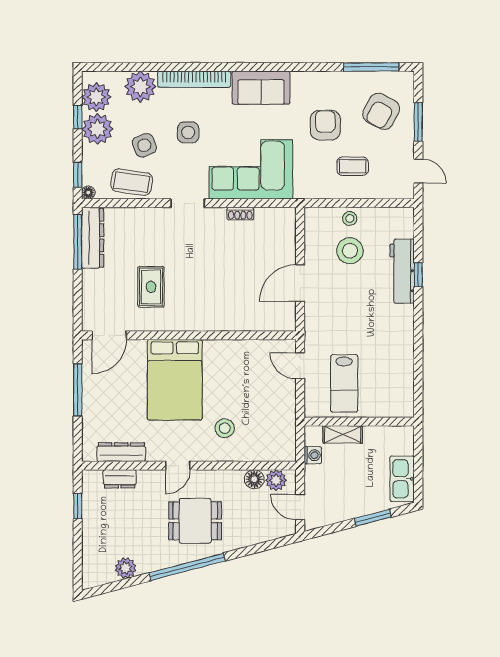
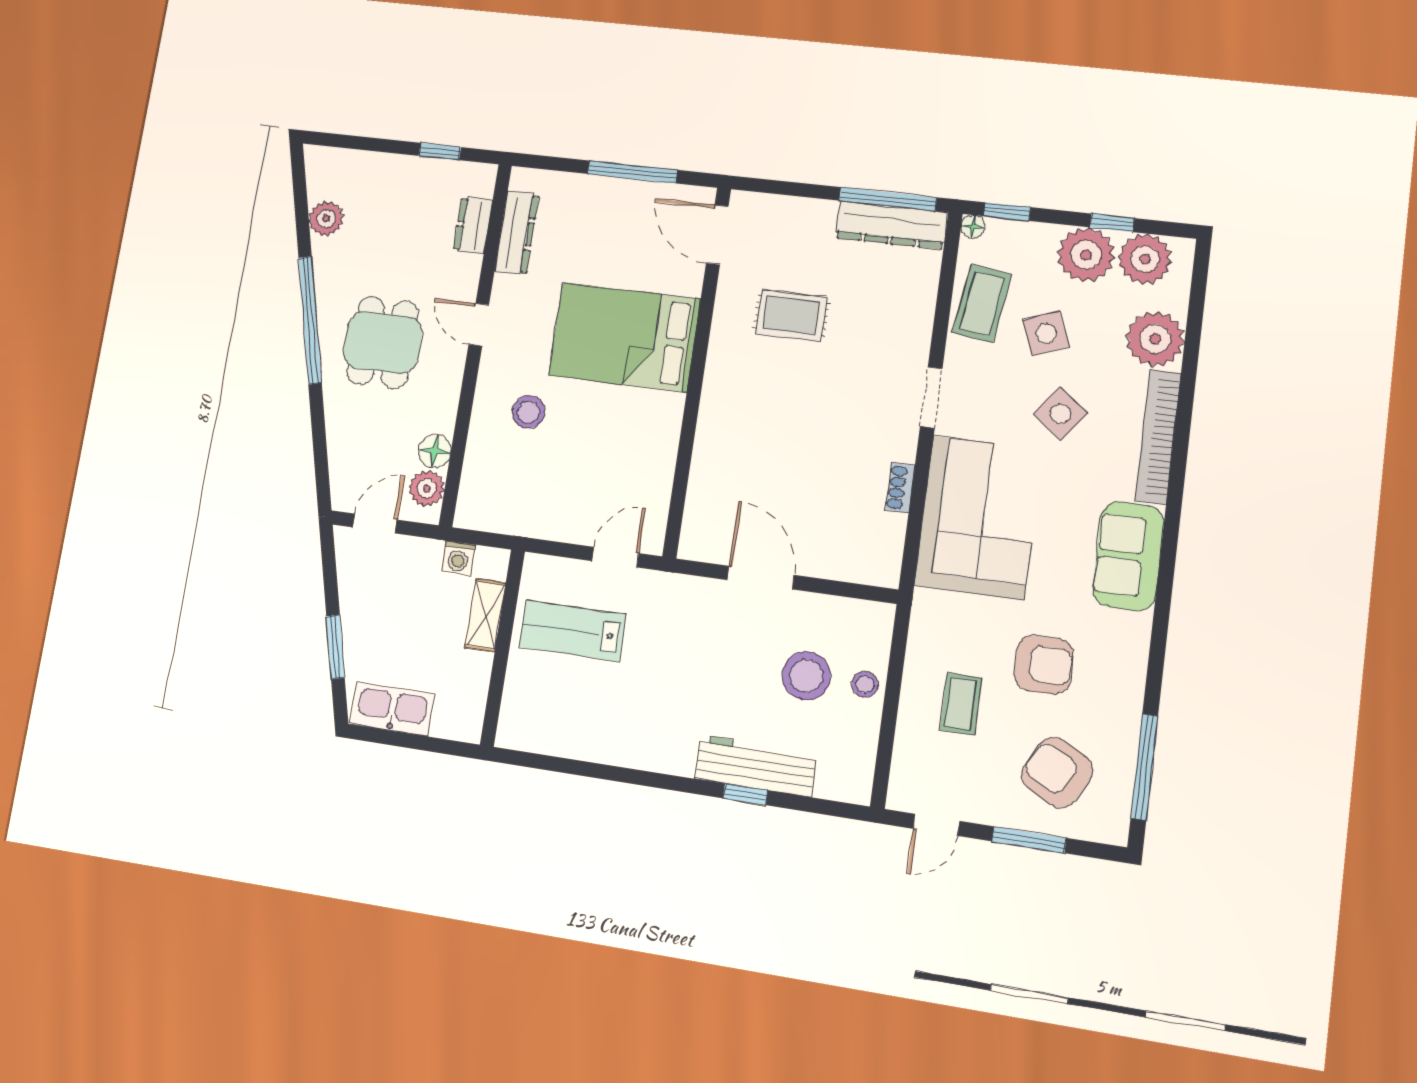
side table: (188, 132) -> (1060, 414), turned 37

